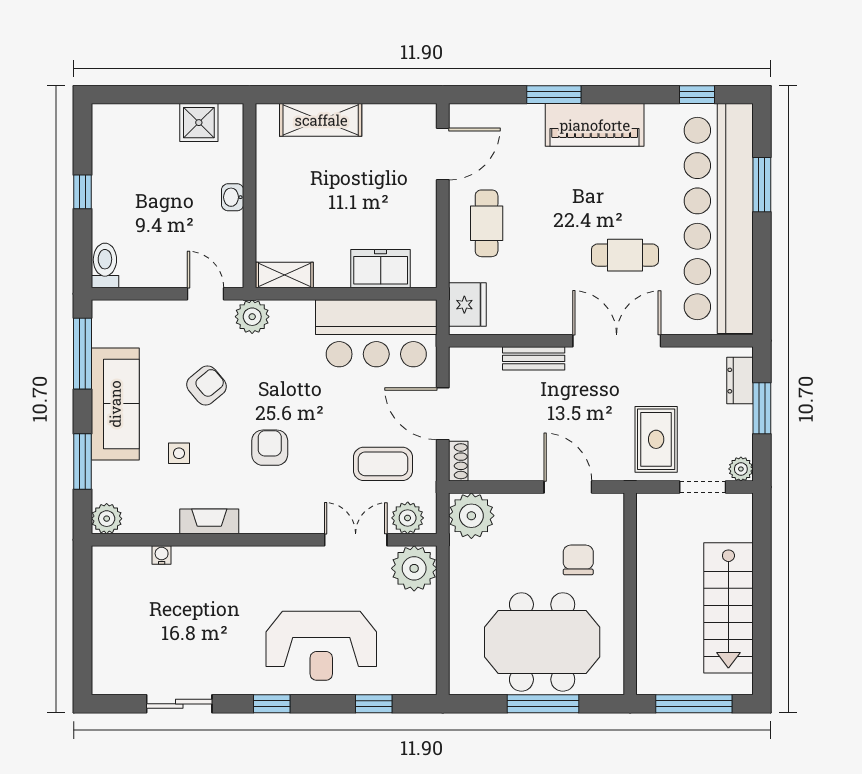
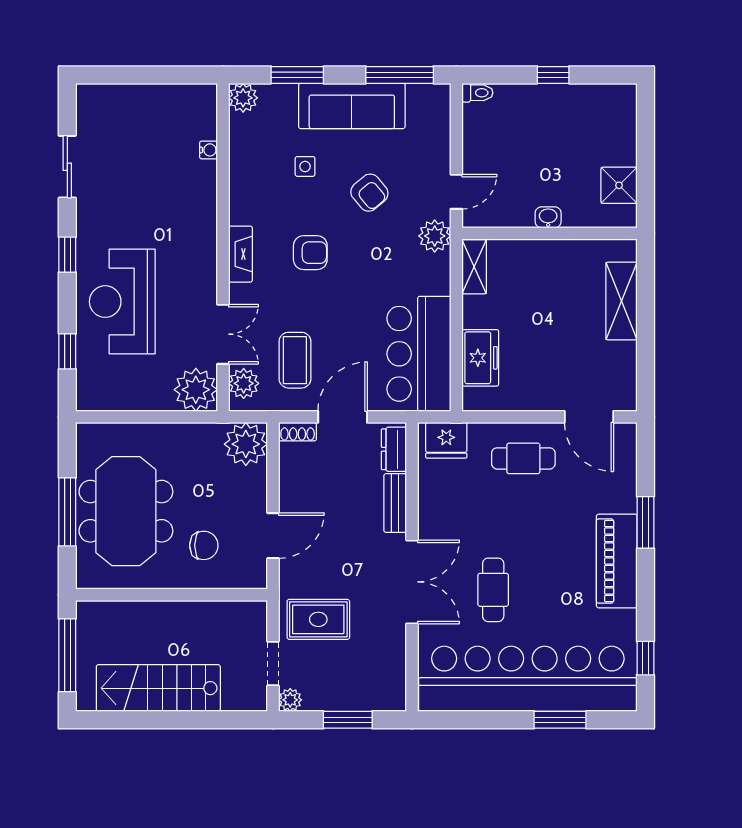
toilet: (105, 265) -> (477, 93), width x0.73, depth x0.72
dresser: (740, 381) -> (394, 449), moved, turned -90
fireplace: (209, 521) -> (240, 254), moved

